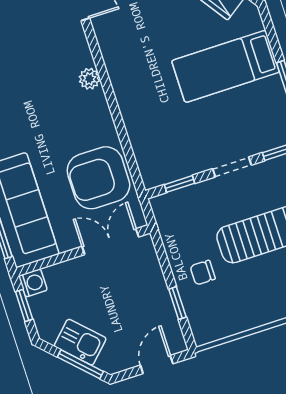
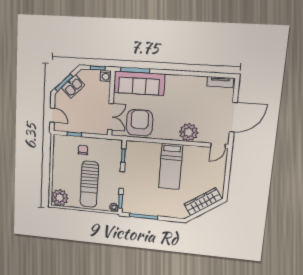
bed: (226, 66) -> (171, 166), moved, turned 180
plant: (89, 79) -> (189, 132), width x1.88, depth x1.88

